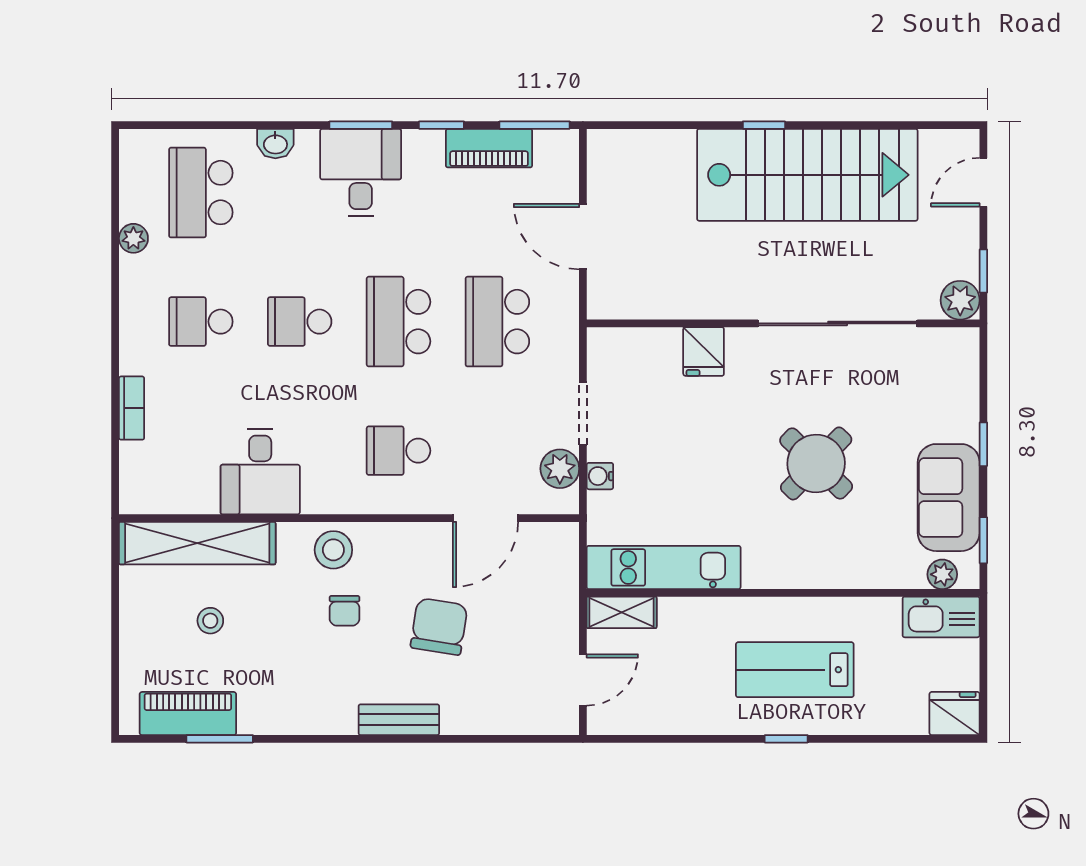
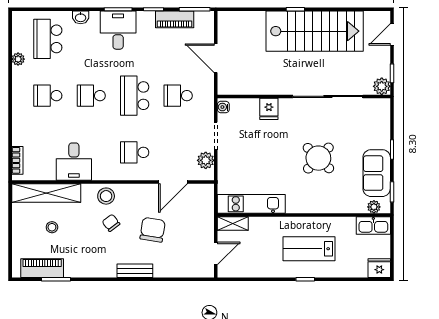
school desk: (497, 322) -> (178, 96), width x0.54
bookcase: (132, 408) -> (17, 160), moved
water cooler: (600, 476) -> (223, 107), moved
chair: (345, 611) -> (111, 223), turned 143

